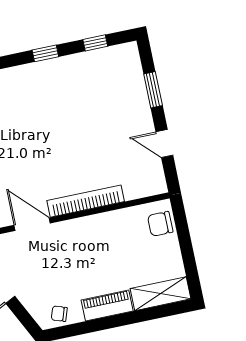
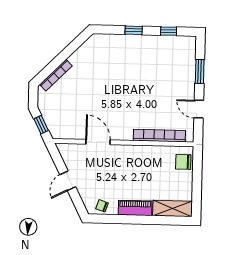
bookcase: (86, 201) -> (159, 136), moved

